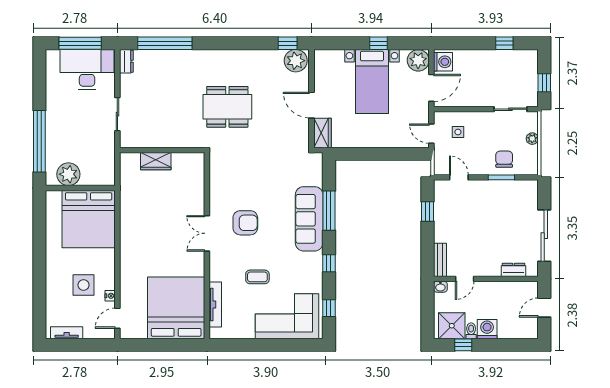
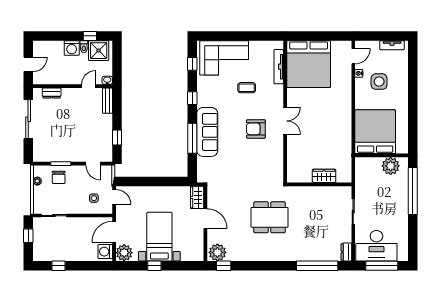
plant: (532, 139) -> (37, 181), moved

